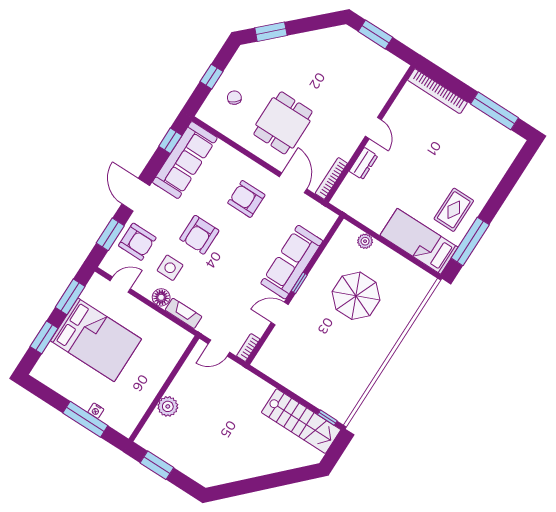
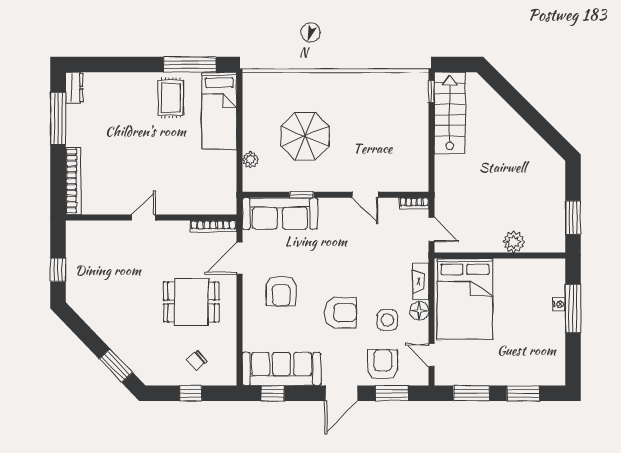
window: (375, 34) -> (58, 270), width x0.67
dresser: (363, 163) -> (74, 88), moved, turned 90
rug: (454, 210) -> (171, 98), turned 90
sofa: (292, 262) -> (280, 214), moved
window: (299, 283) -> (302, 195), moved
bed: (96, 340) -> (465, 299), moved, turned 180

